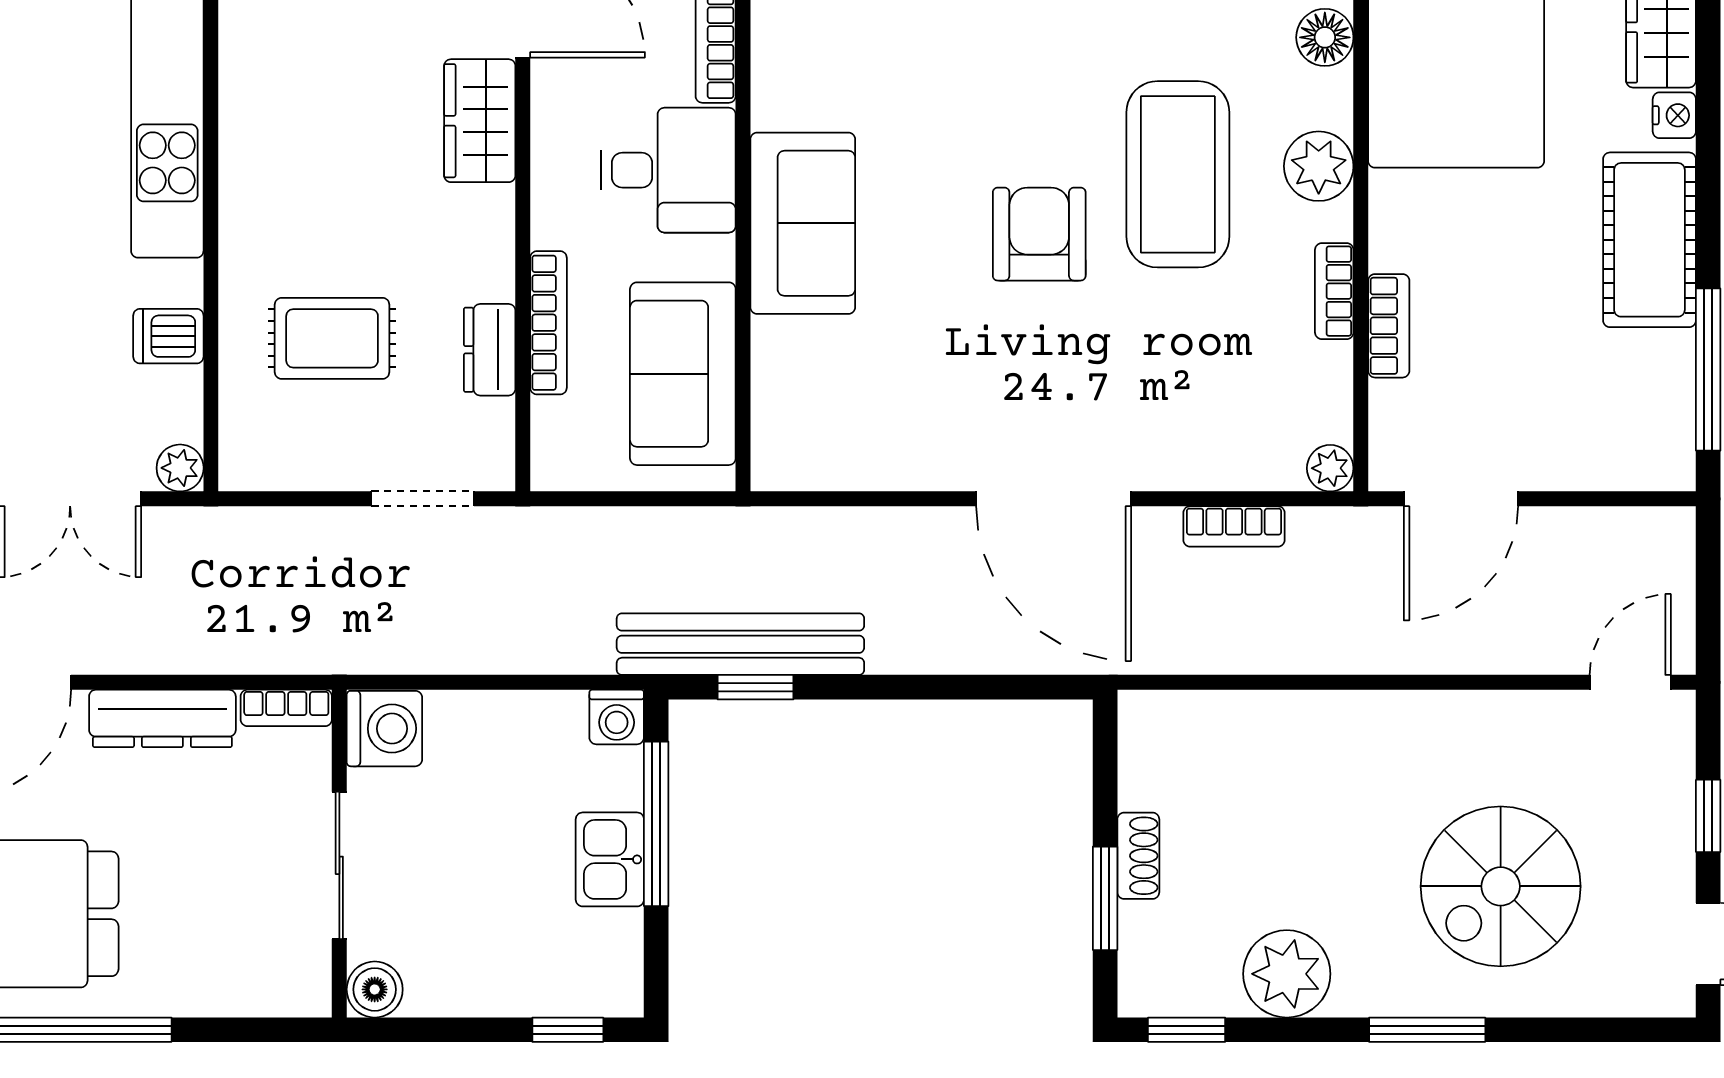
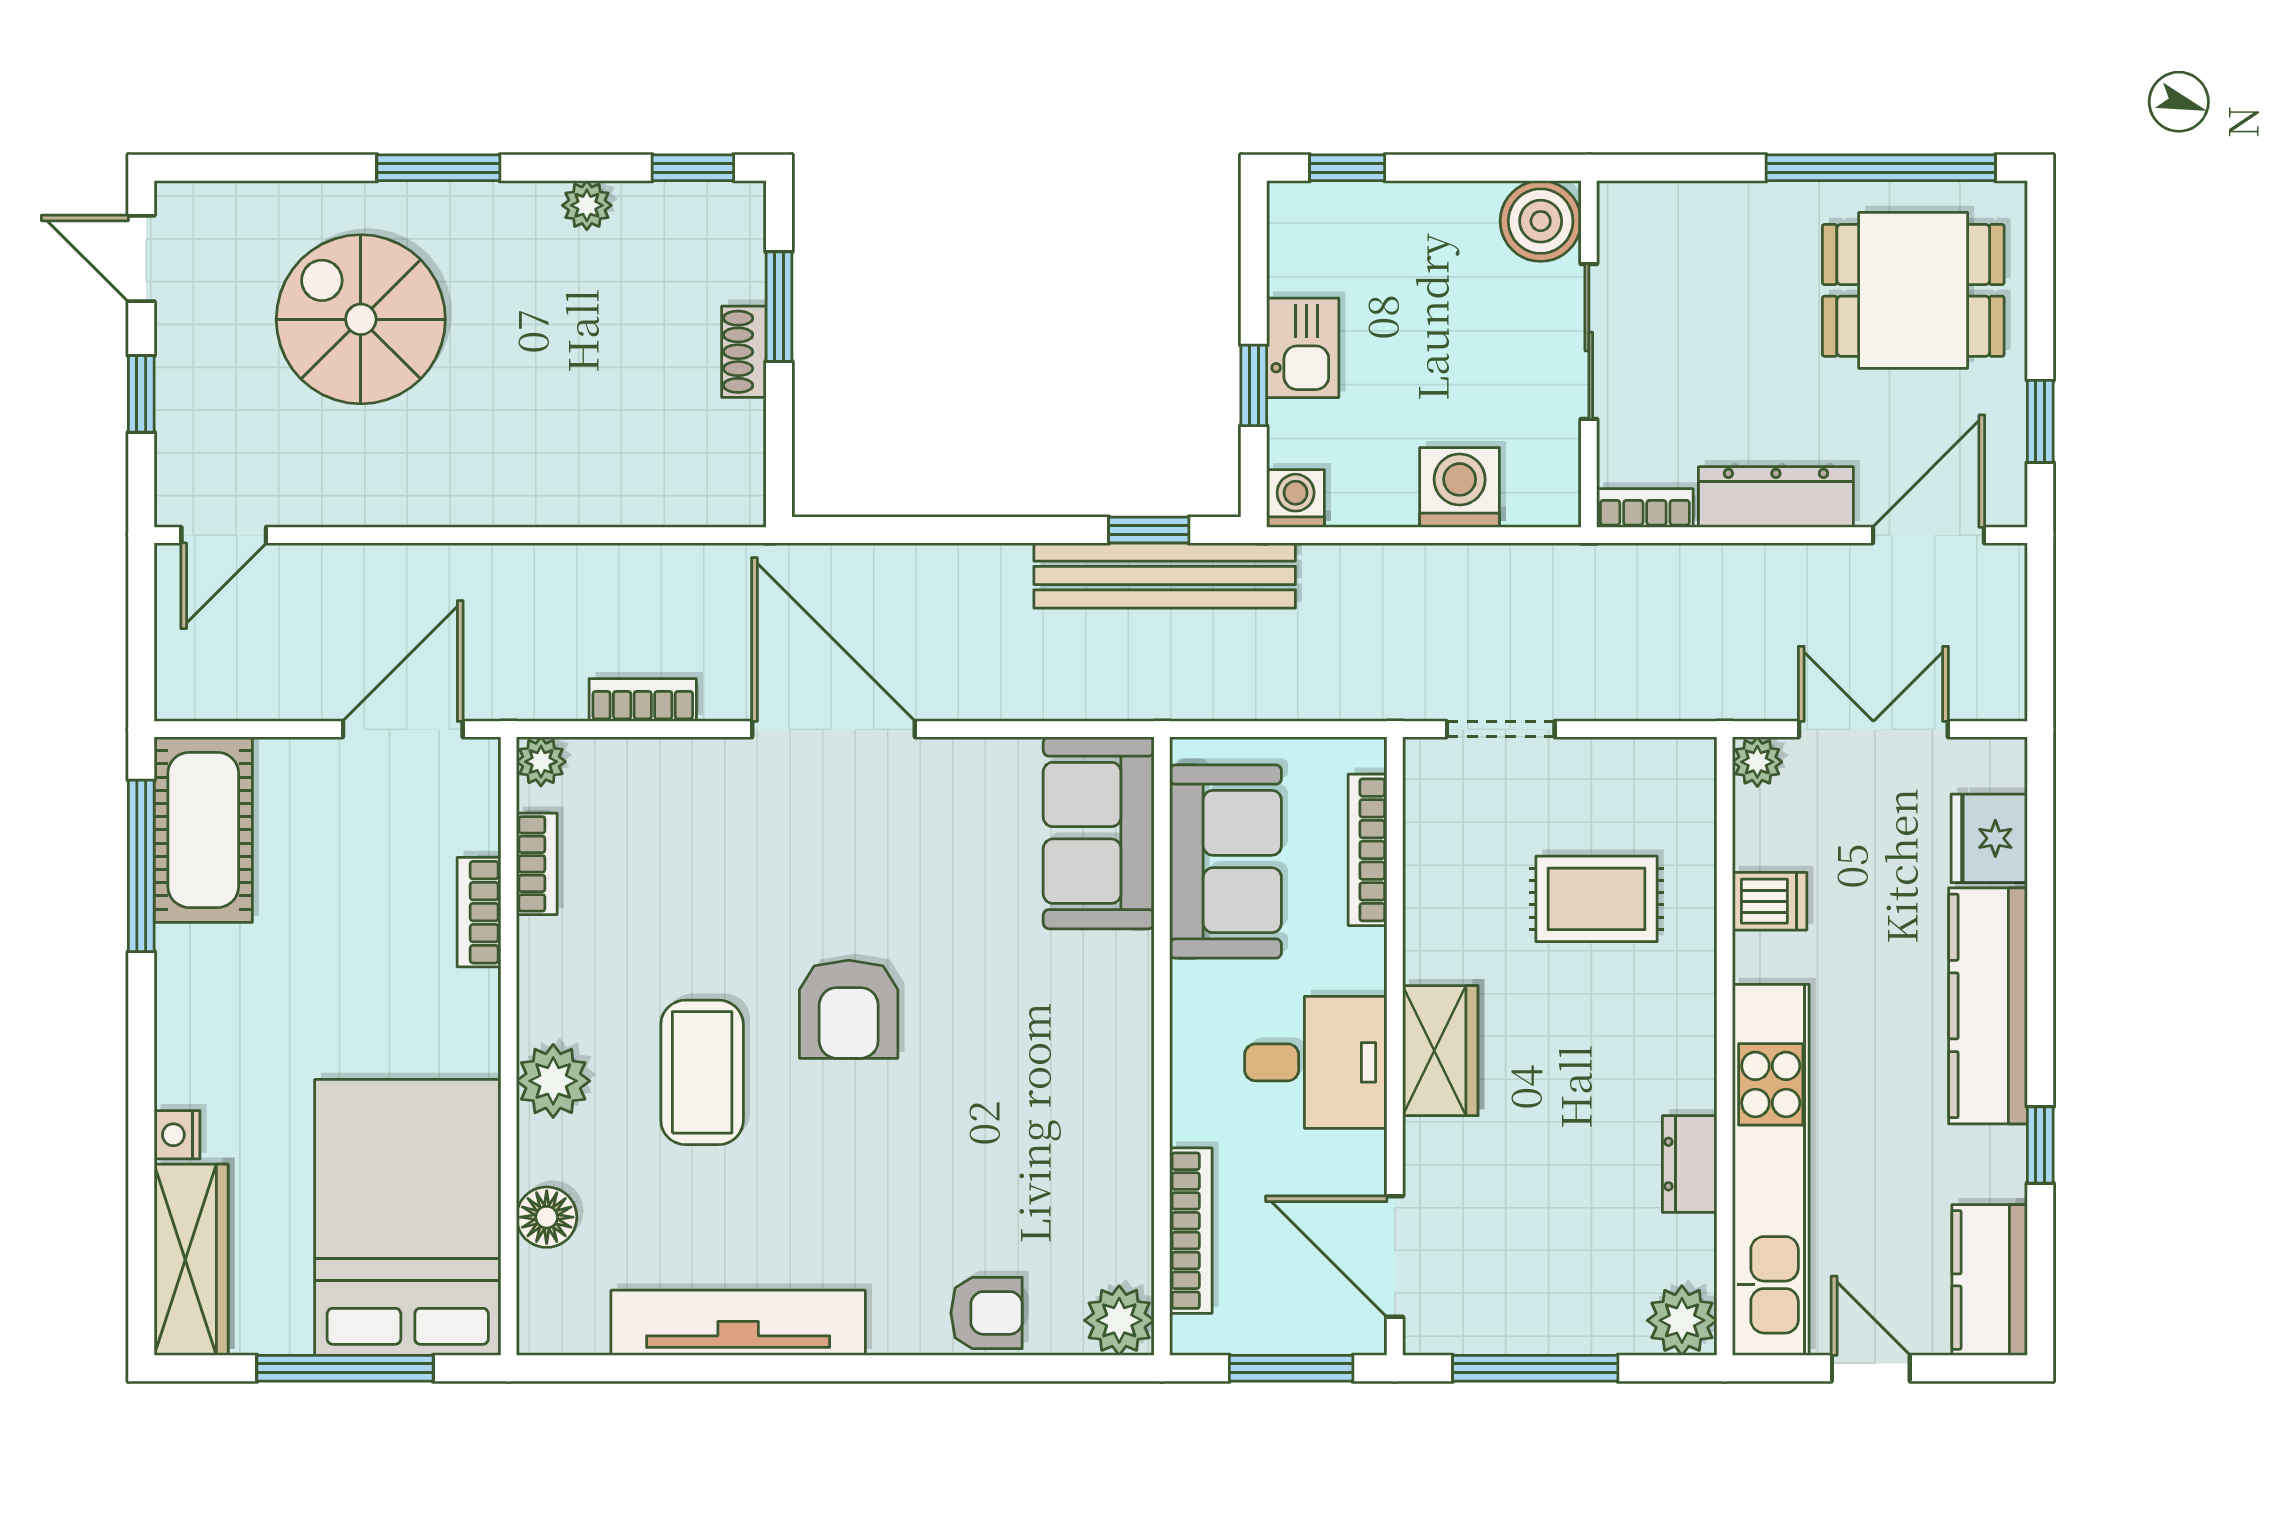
wardrobe: (480, 121) -> (1440, 1051), moved
desk: (668, 170) -> (1316, 1062), moved, turned 180
coffee table: (1178, 174) -> (702, 1072), width x0.73, depth x0.76
sofa: (803, 223) -> (1099, 833), moved
cot: (1649, 240) -> (203, 830), moved
bookcase: (1334, 291) -> (537, 864), moved
bookcase: (548, 323) -> (1368, 850), moved
dresser: (490, 350) -> (1690, 1164), moved, turned 180
washing machine: (384, 729) -> (1460, 487), moved, turned 90
window: (656, 824) -> (1254, 385), width x0.46
spiral stairs: (1501, 886) -> (361, 319), turned -90
plant: (1287, 974) -> (587, 205), width x0.53, depth x0.53
boiler: (375, 989) -> (1541, 221), width x1.36, depth x1.36

